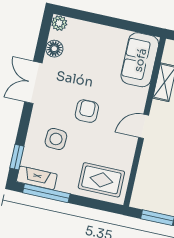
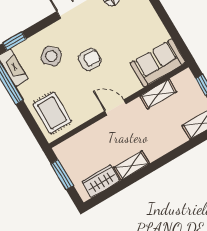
side table: (56, 139) -> (51, 56), turned 45

